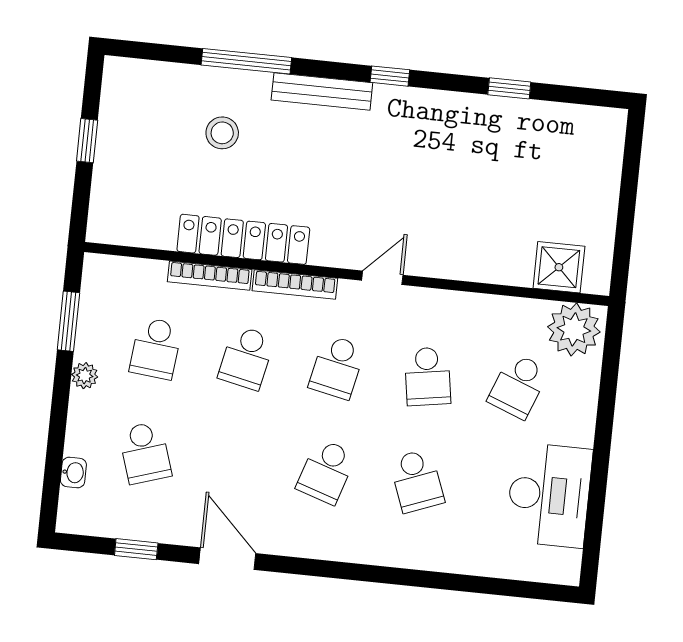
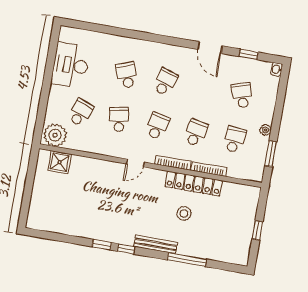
window: (509, 88) -> (102, 245), moved
stool: (222, 133) -> (184, 213), moved
washbasin: (73, 472) -> (277, 69), moved

